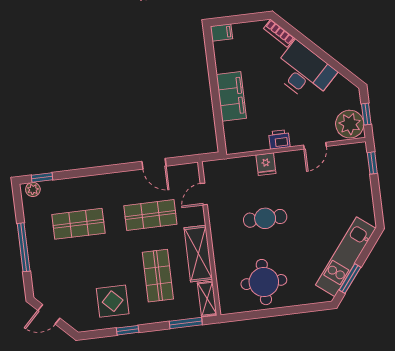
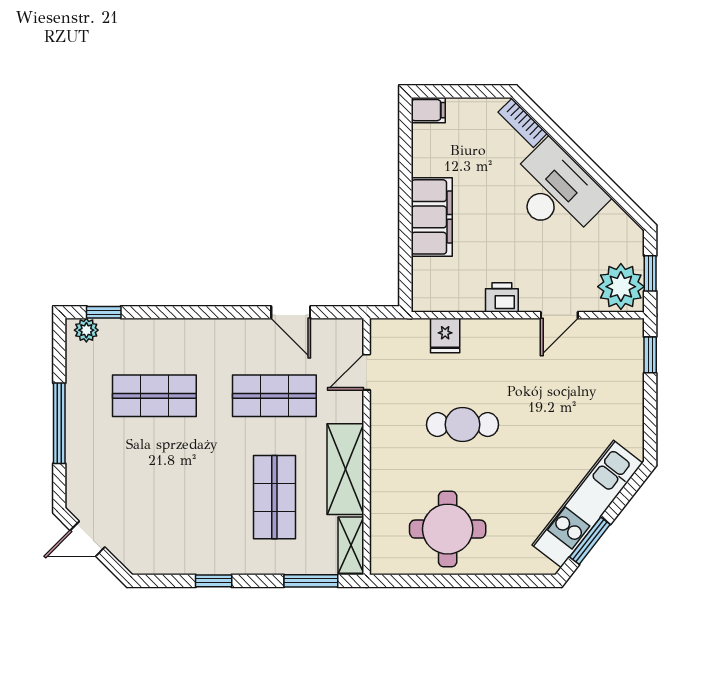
fridge: (266, 164) -> (445, 336), moved
display table: (113, 301) -> (195, 530), removed

